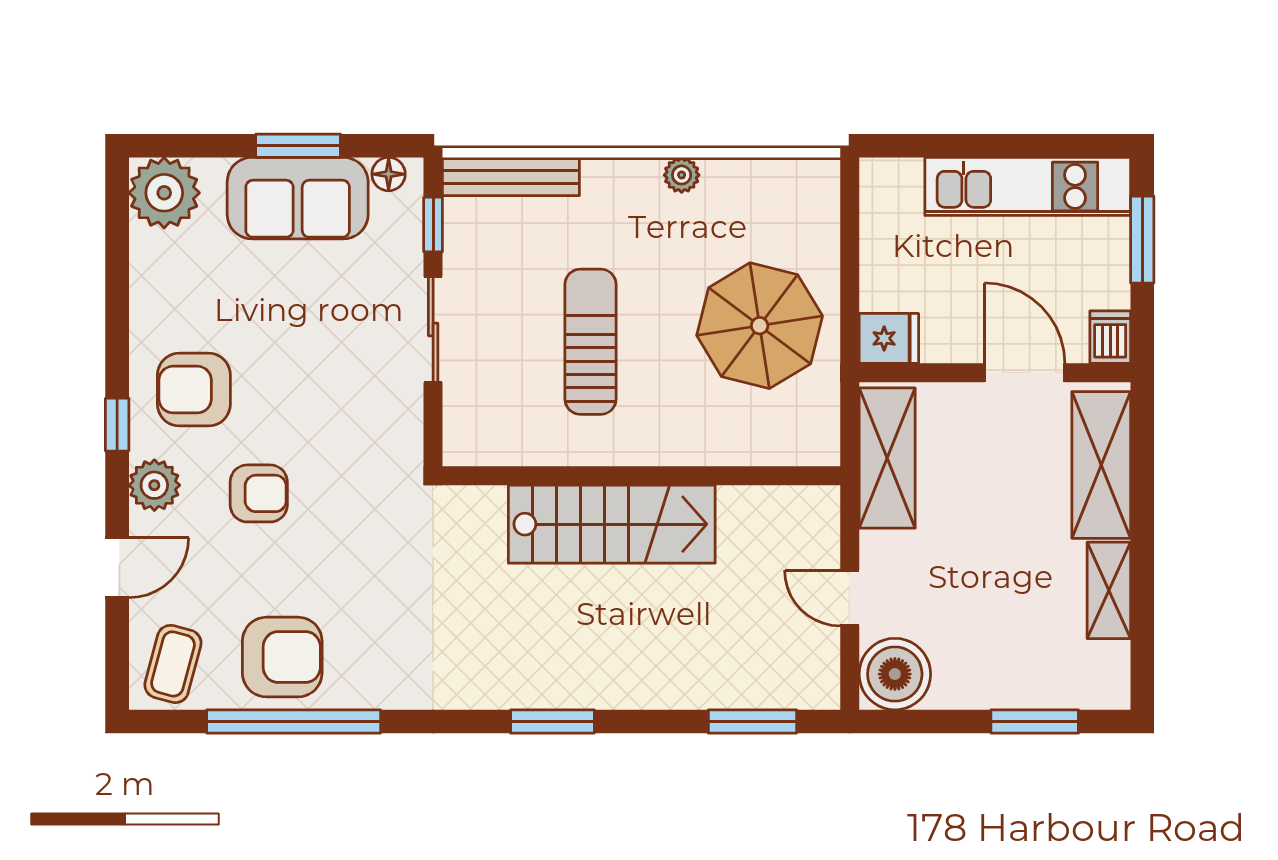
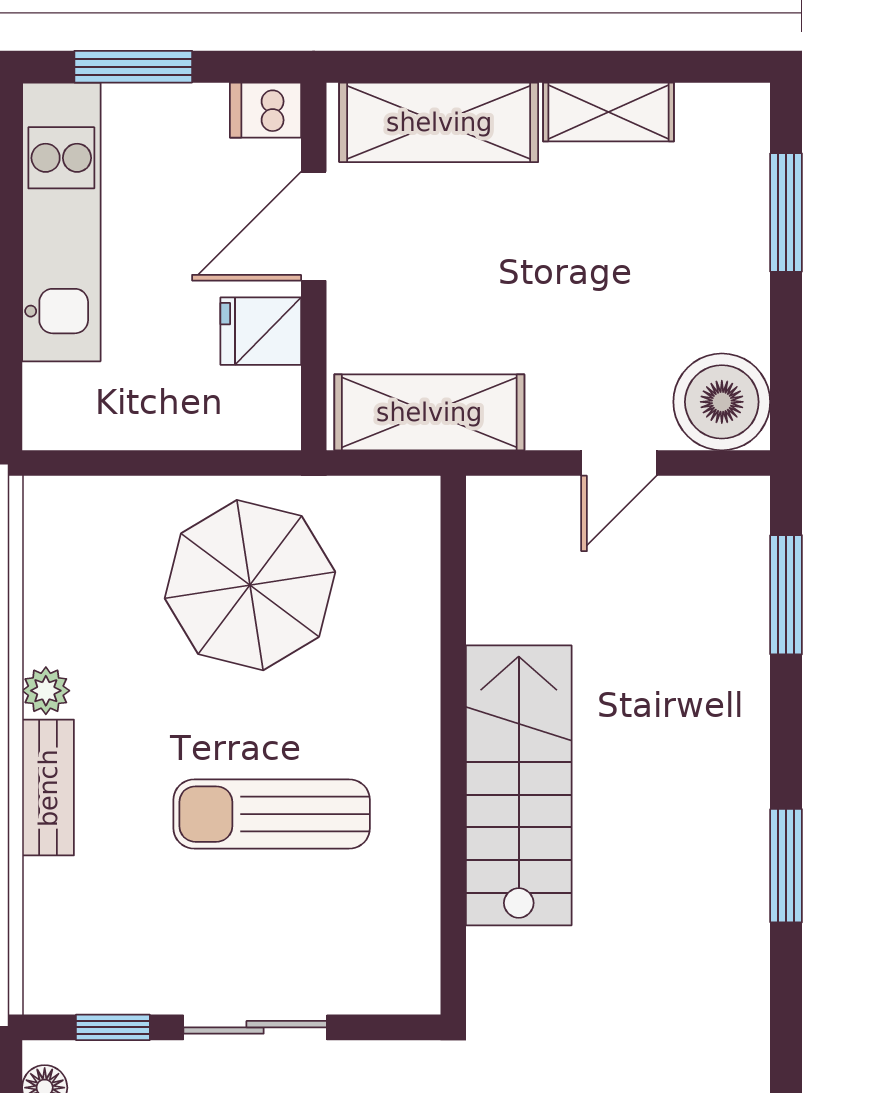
bench: (511, 177) -> (48, 788), moved, width x0.73
fridge: (889, 338) -> (261, 331), moved, turned -90

